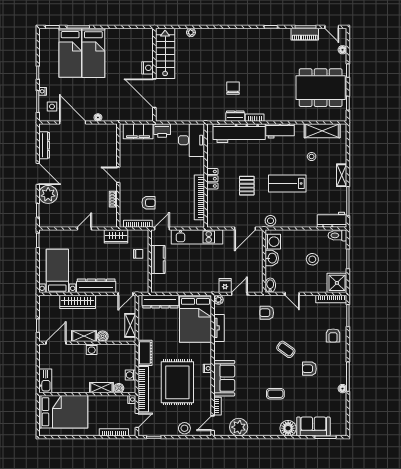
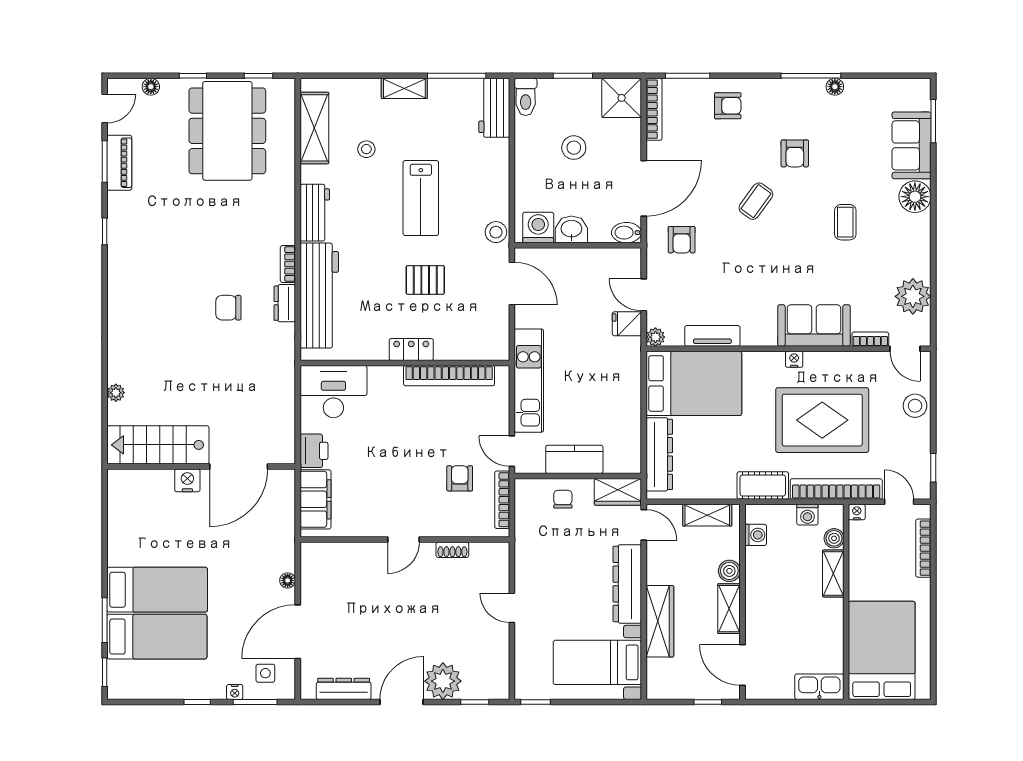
wardrobe: (116, 236) -> (618, 492), moved, turned 90
door: (292, 294) -> (644, 188), width x1.88
washing machine: (92, 349) -> (756, 535), moved

